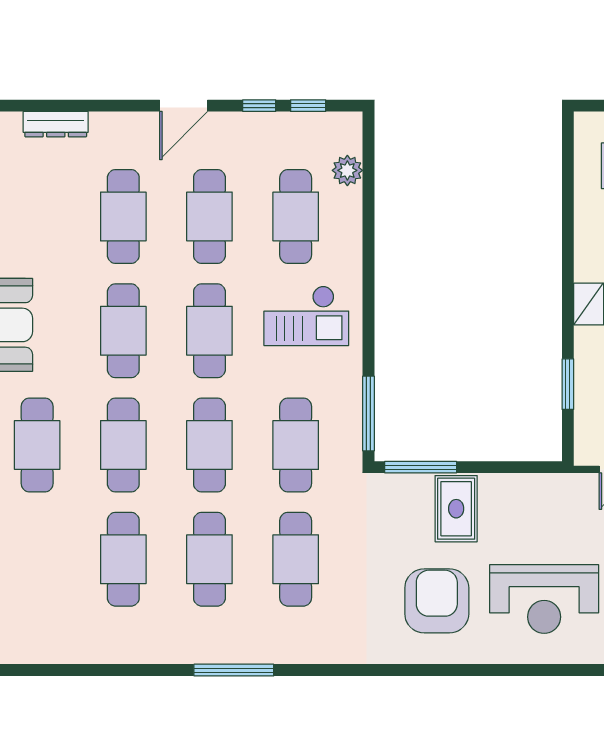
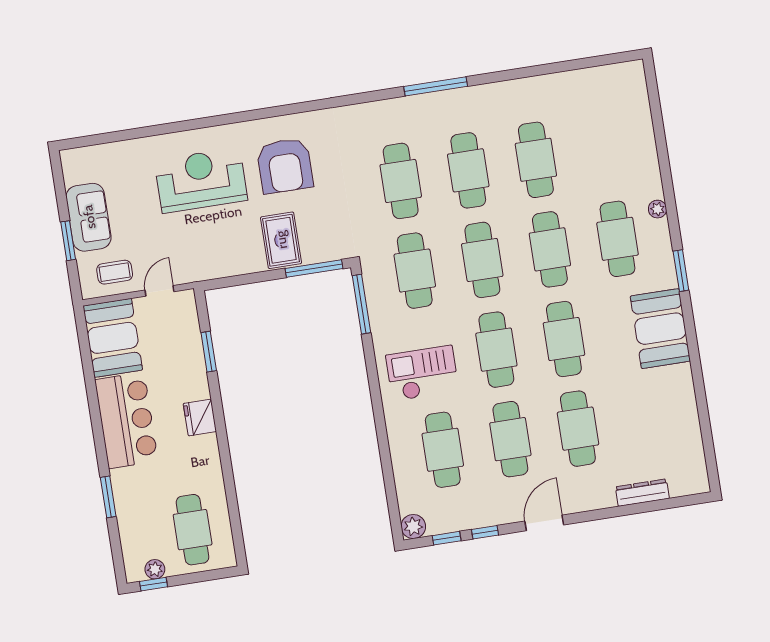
plant: (347, 170) -> (413, 526), moved

